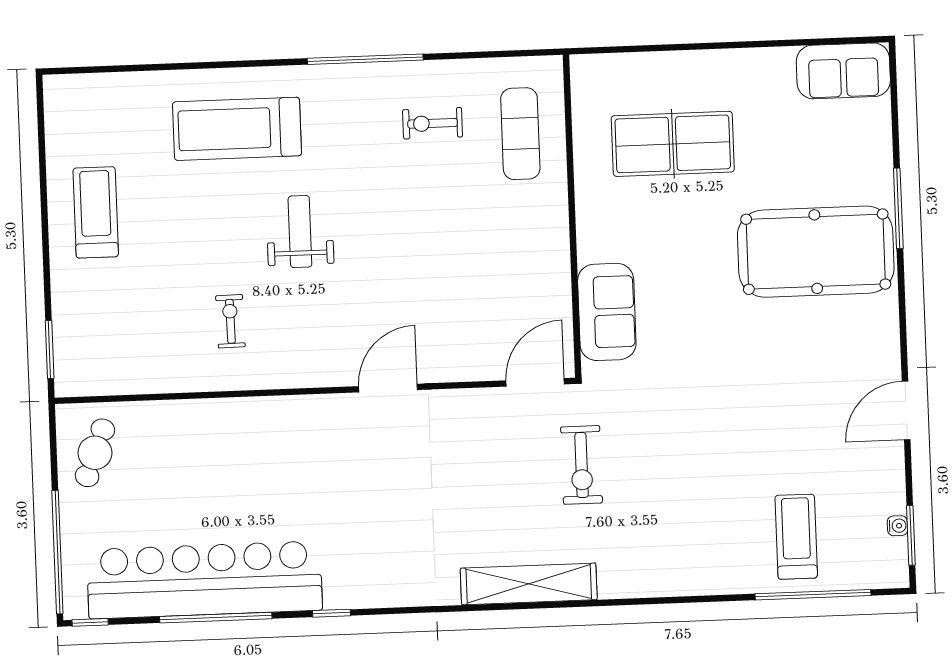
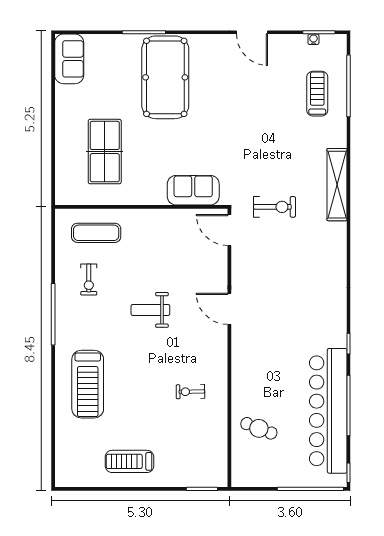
weight bench: (300, 232) -> (150, 310), moved
cafe table: (95, 453) -> (259, 428), moved
treadmill: (796, 537) -> (317, 94), turned 90
shelving: (529, 584) -> (337, 185), moved

